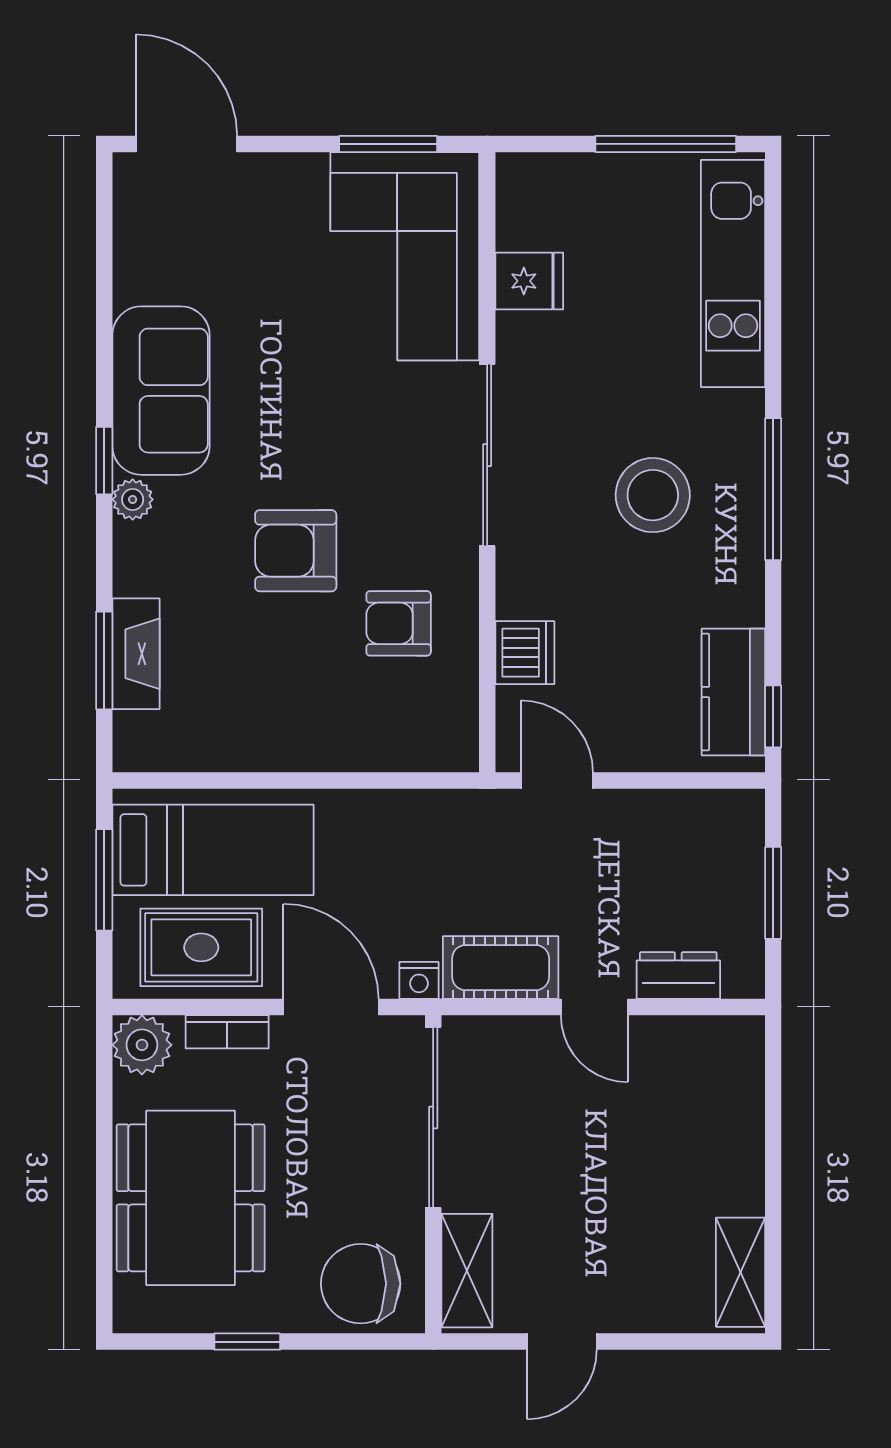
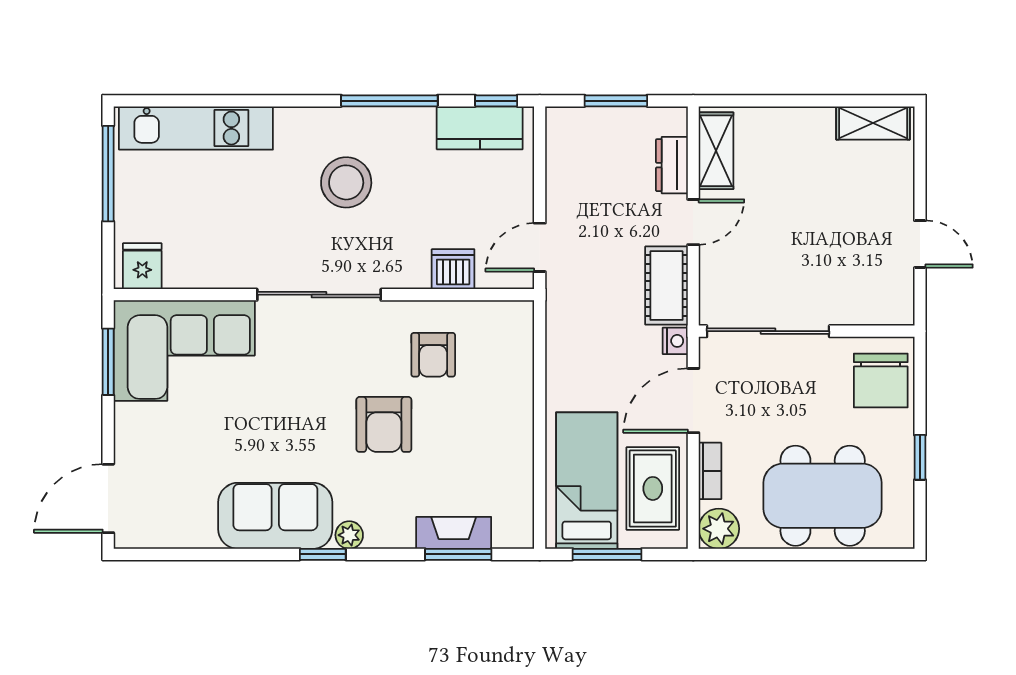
fridge: (529, 281) -> (142, 266), moved
window: (773, 489) -> (389, 101), moved
shelving: (467, 1271) -> (716, 151), moved, turned 90

